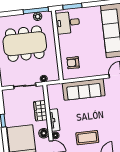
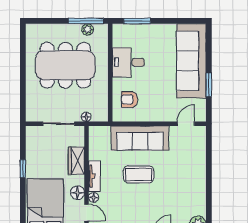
desk: (68, 23) -> (128, 62), moved
coffee table: (87, 138) -> (139, 174), moved

